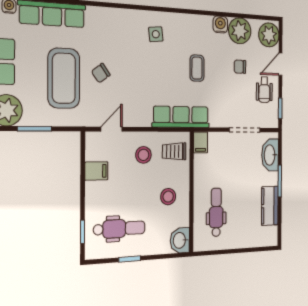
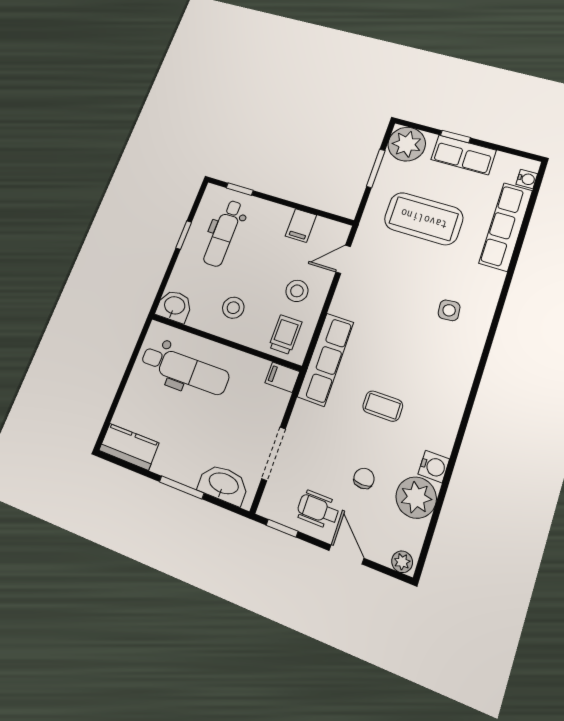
side table: (156, 34) -> (449, 310), moved
plant: (269, 35) -> (402, 562), width x0.53, depth x0.53
chair: (101, 73) -> (416, 266), removed
door: (112, 129) -> (343, 259), swing flipped
kitchen counter: (270, 206) -> (129, 447), moved
dental chair: (216, 212) -> (185, 369), width x1.36, depth x1.38

